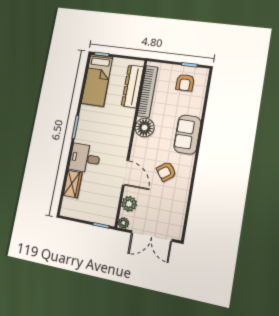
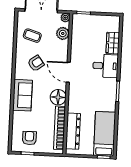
door: (126, 173) -> (68, 72), moved
coffee table: (166, 206) -> (32, 36), added

